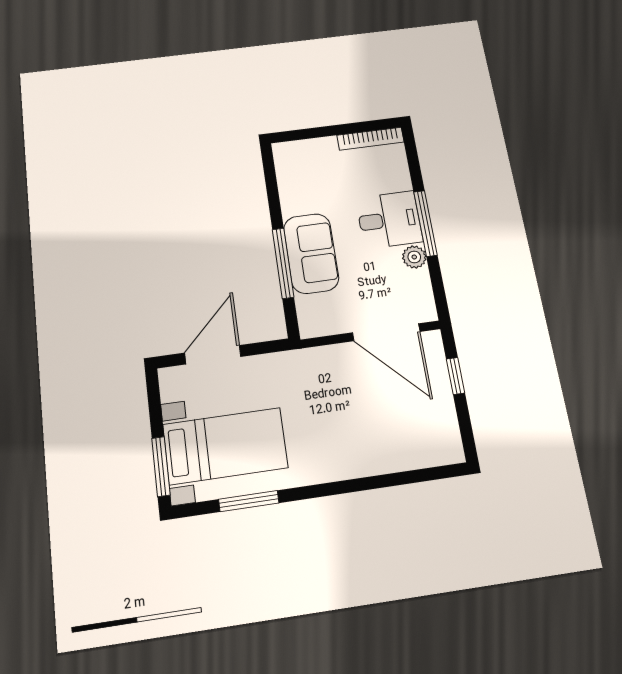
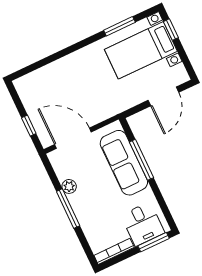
window: (304, 134) -> (154, 242), added
desk: (389, 220) -> (143, 224), moved, turned -90
sofa: (311, 253) -> (124, 163), width x1.36
window: (161, 466) -> (171, 30), width x0.67

